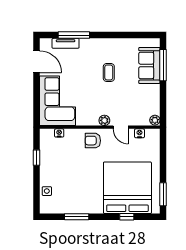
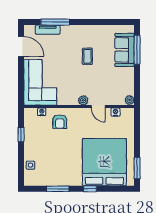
armchair: (93, 141) -> (60, 122), moved, turned -90
window: (127, 217) -> (90, 189), moved

